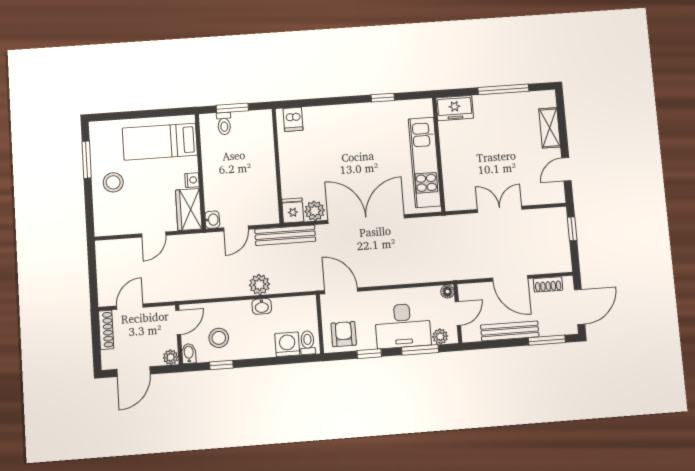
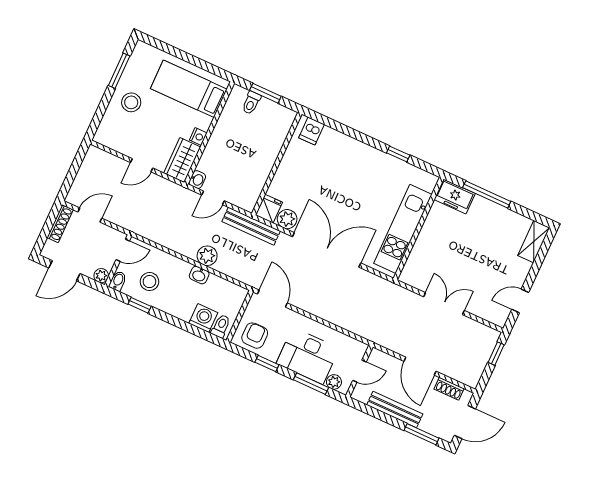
window: (503, 89) -> (487, 195), moved
shelving: (550, 128) -> (534, 242), moved
floor lamp: (447, 292) -> (361, 348), removed

